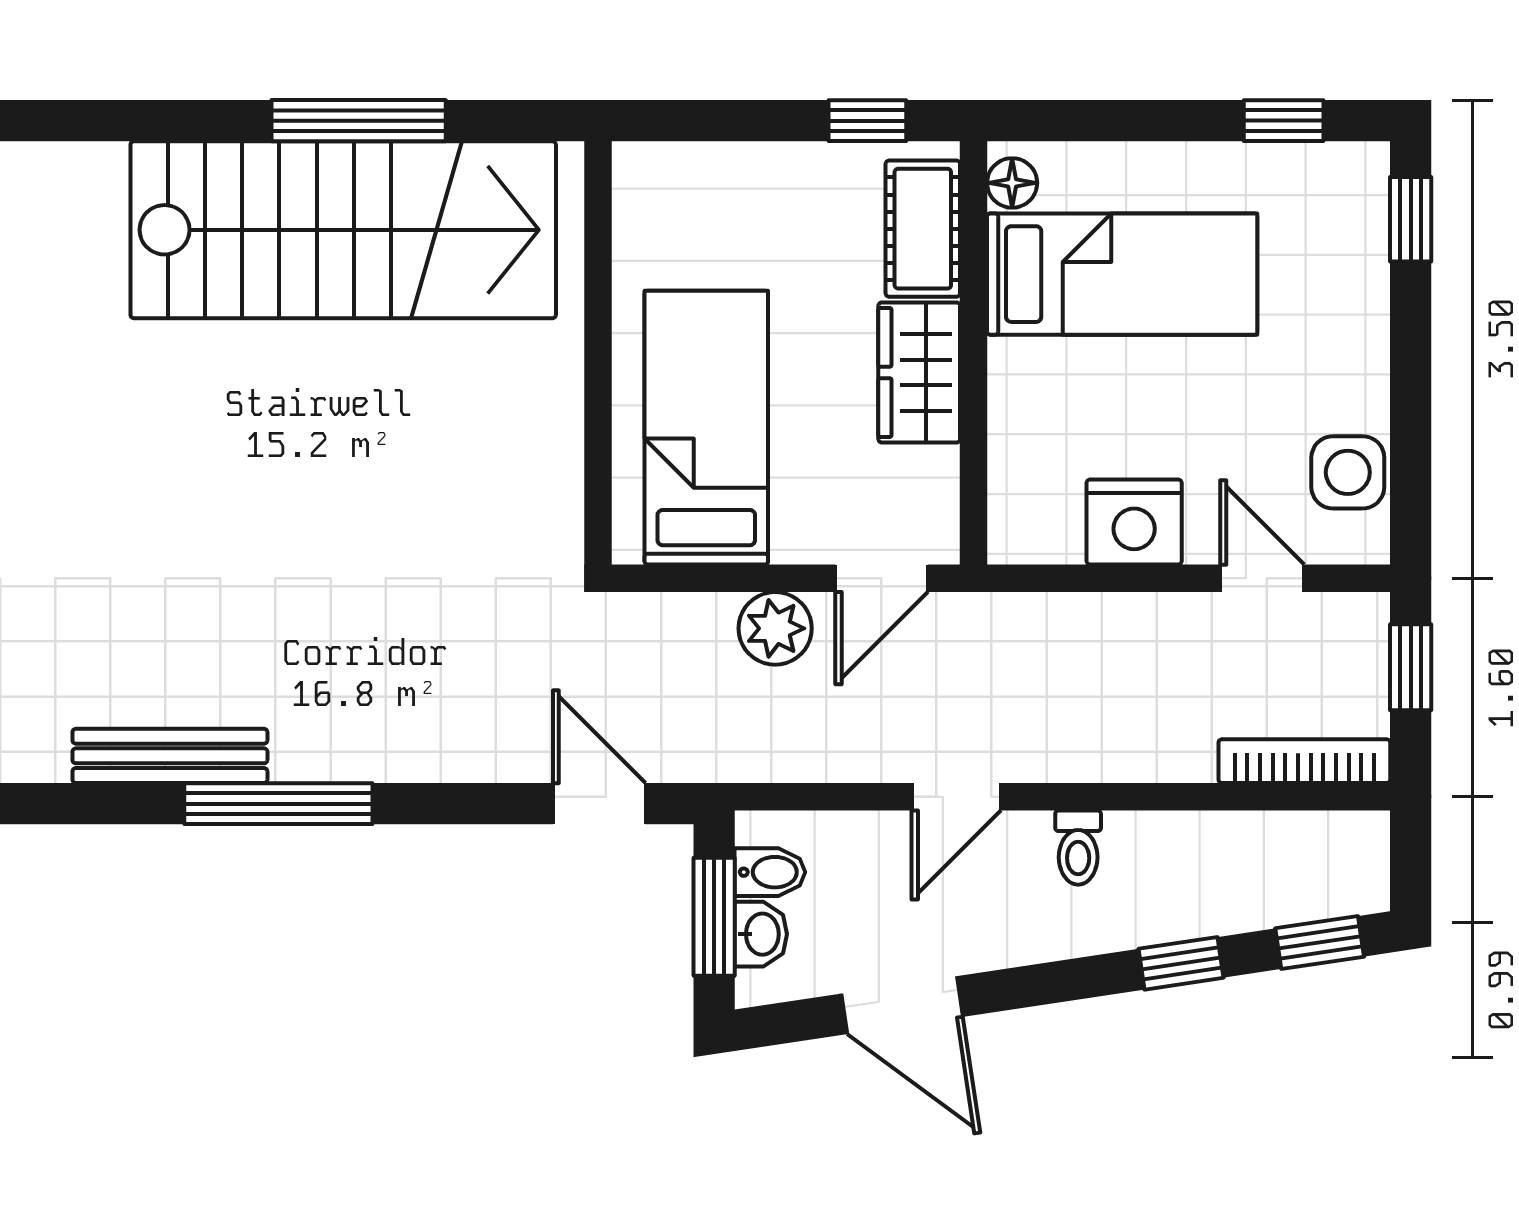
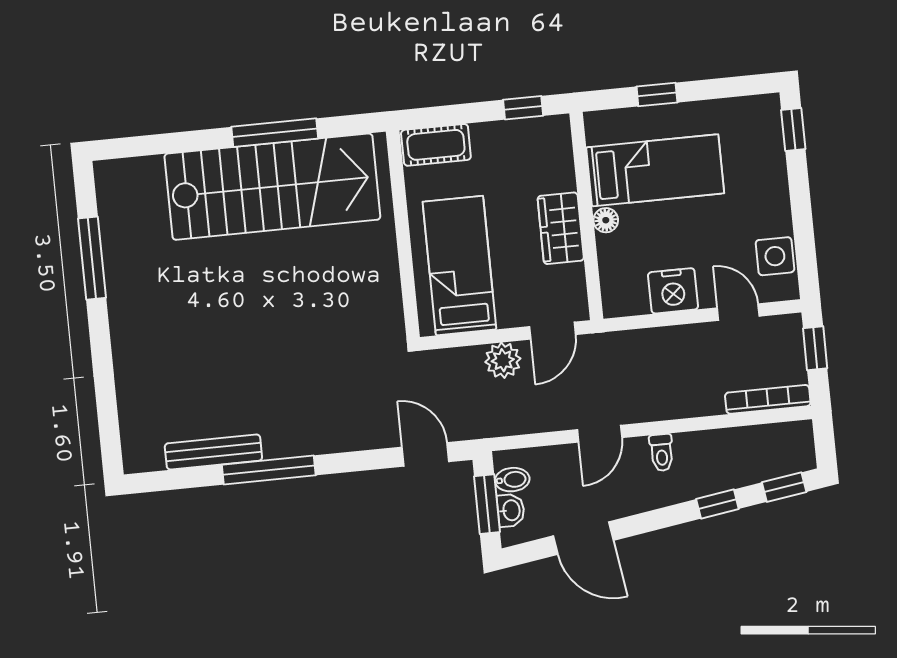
window: (1284, 121) -> (657, 94), moved
floor lamp: (1012, 183) -> (606, 220), moved
cot: (923, 229) -> (436, 145), moved, turned 90

